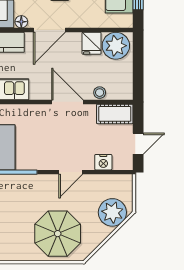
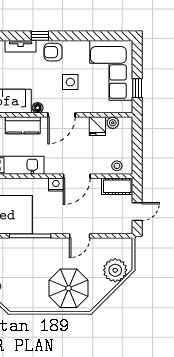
plant: (116, 46) -> (113, 123), width x0.53, depth x0.53
stool: (100, 93) -> (117, 166), moved
door: (67, 102) -> (77, 176), swing flipped
nightstand: (103, 162) -> (56, 185), moved, turned 180

